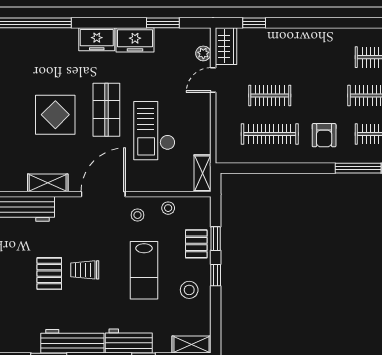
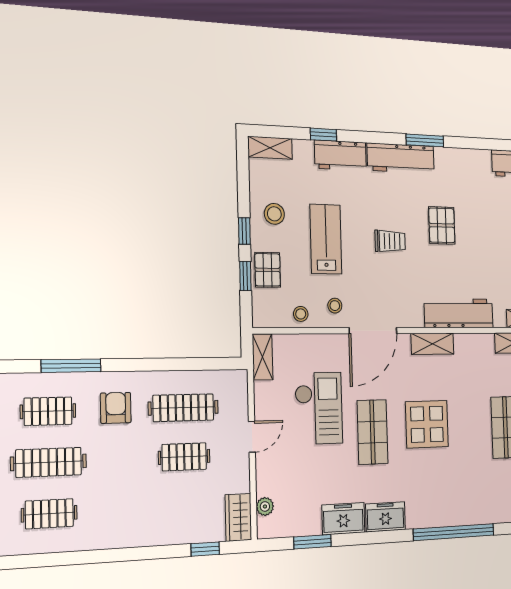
door: (213, 80) -> (252, 437), moved
pallet: (49, 274) -> (442, 225), moved

